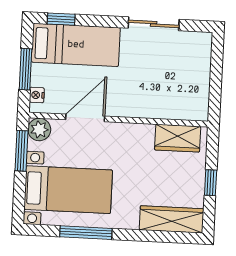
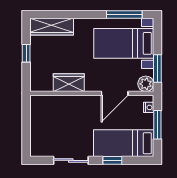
window: (61, 19) -> (112, 160), moved
wardrobe: (178, 138) -> (69, 83), moved
window: (86, 233) -> (124, 14), moved

